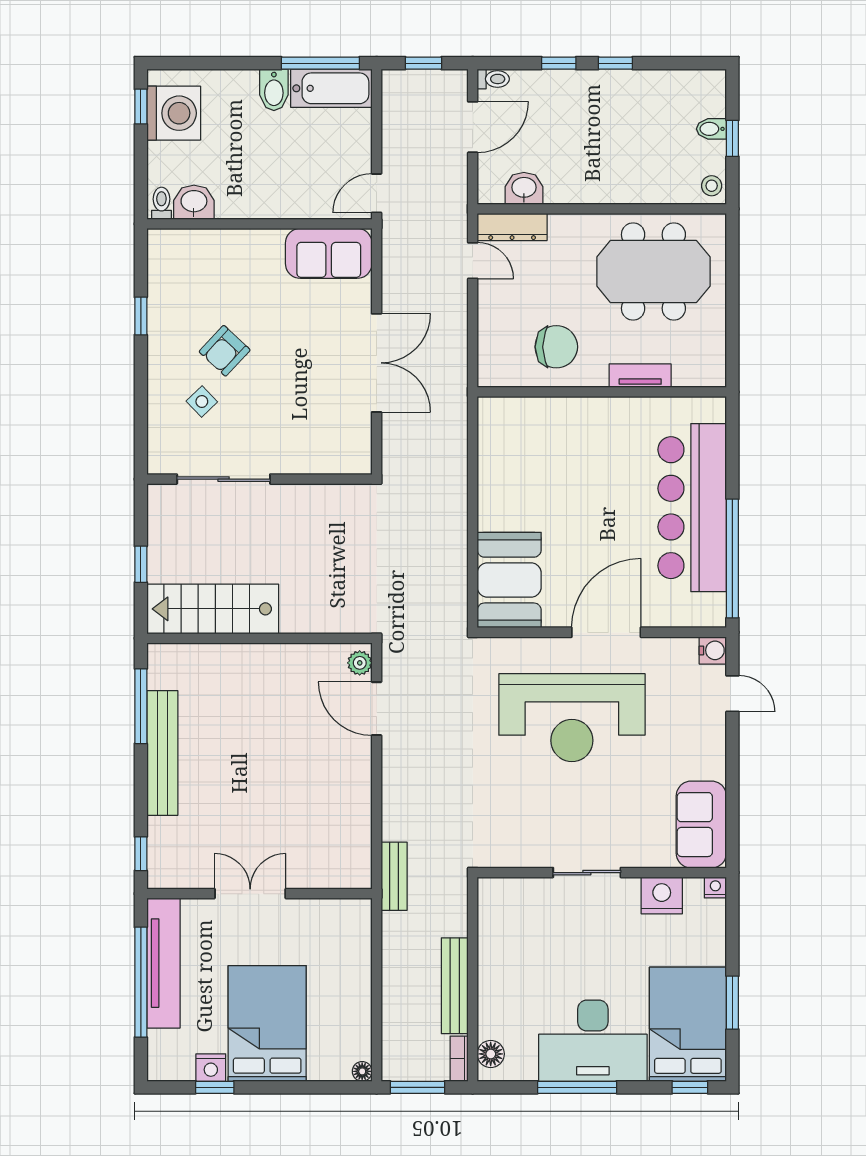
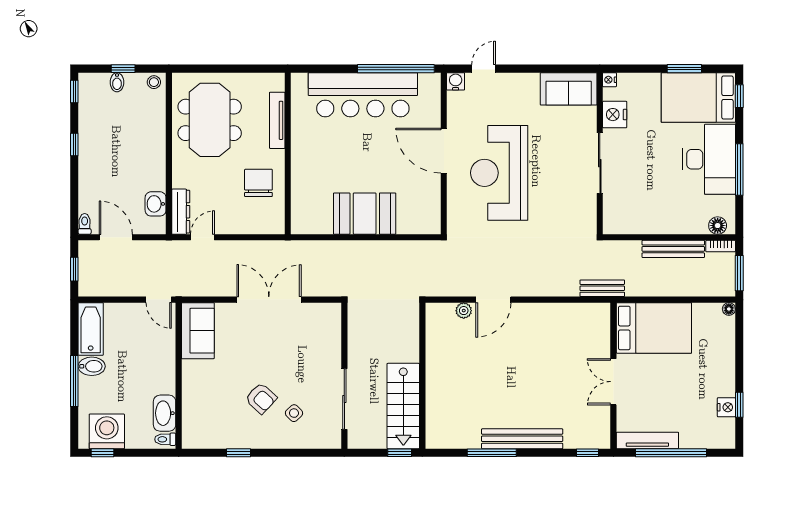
window: (320, 63) -> (74, 381), moved
window: (559, 63) -> (74, 92), moved
washbasin: (194, 202) -> (165, 413), width x1.38
tv unit: (640, 376) -> (277, 120), width x1.41
booth: (509, 580) -> (365, 214), moved
stairs: (213, 609) -> (403, 406), moved
wall: (259, 638) -> (422, 376), moved
reception desk: (572, 718) -> (499, 173), turned 180
sliding door: (587, 873) -> (600, 163), width x1.37
tv unit: (163, 963) -> (647, 440), width x0.73, depth x0.78
bed: (267, 1023) -> (654, 328), moved, turned 180

